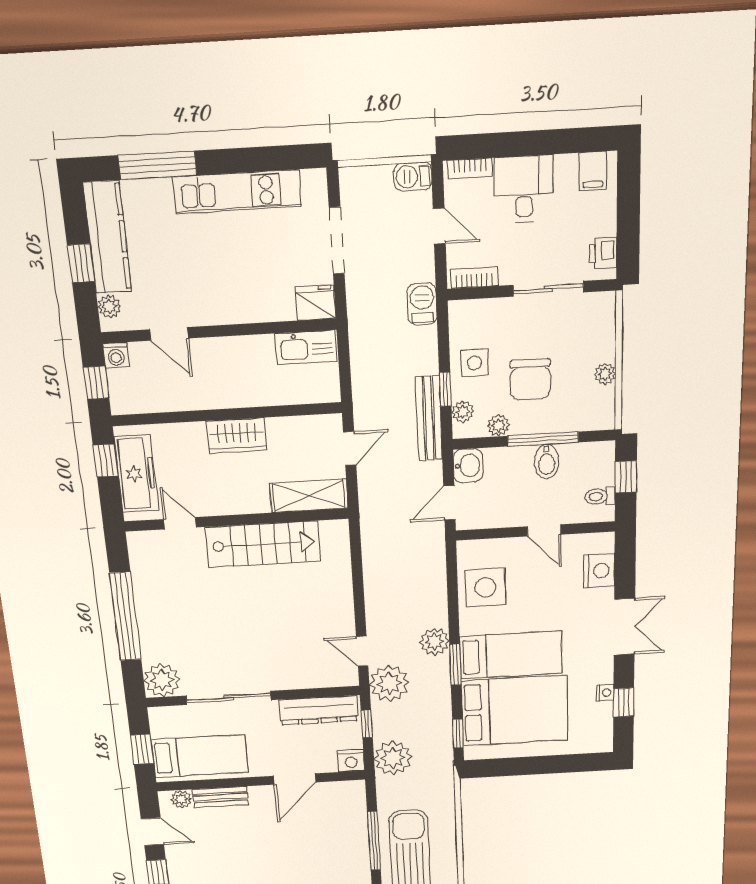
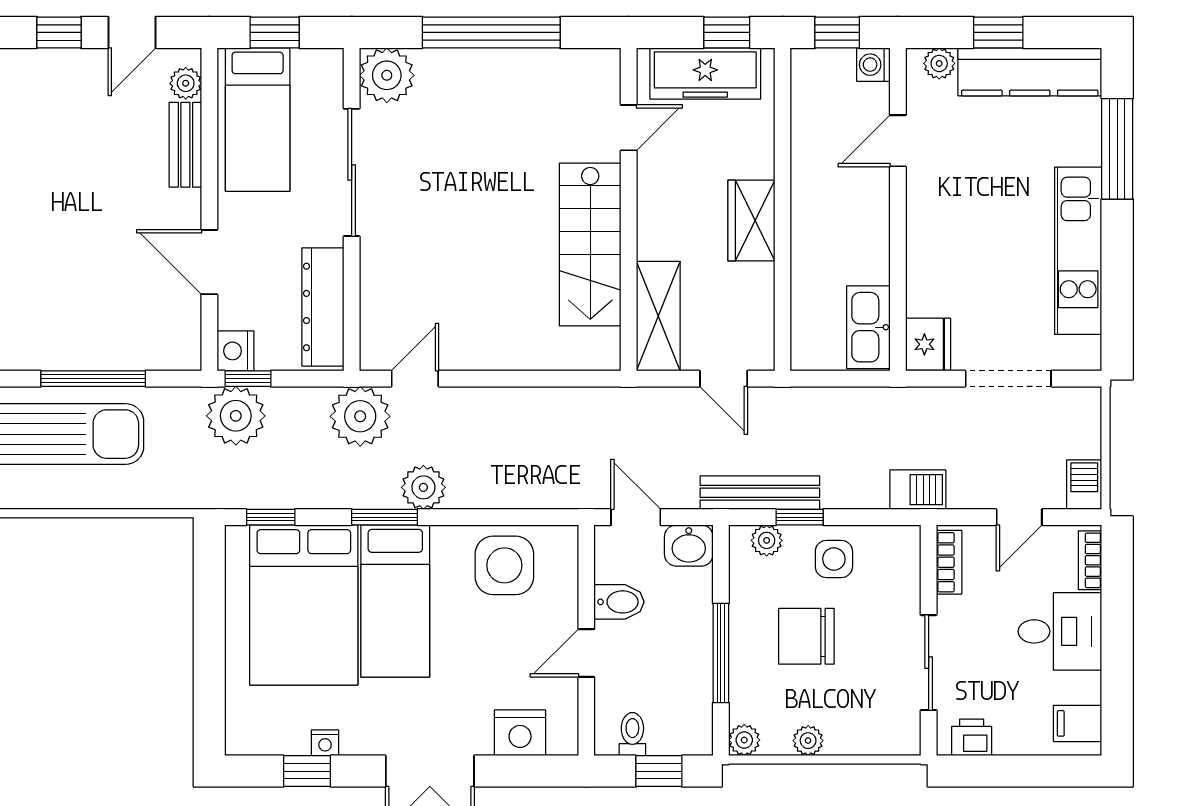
plant: (498, 425) -> (744, 740), moved
bidet: (547, 462) -> (619, 602), moved, turned 180
window: (367, 724) -> (248, 379), moved

